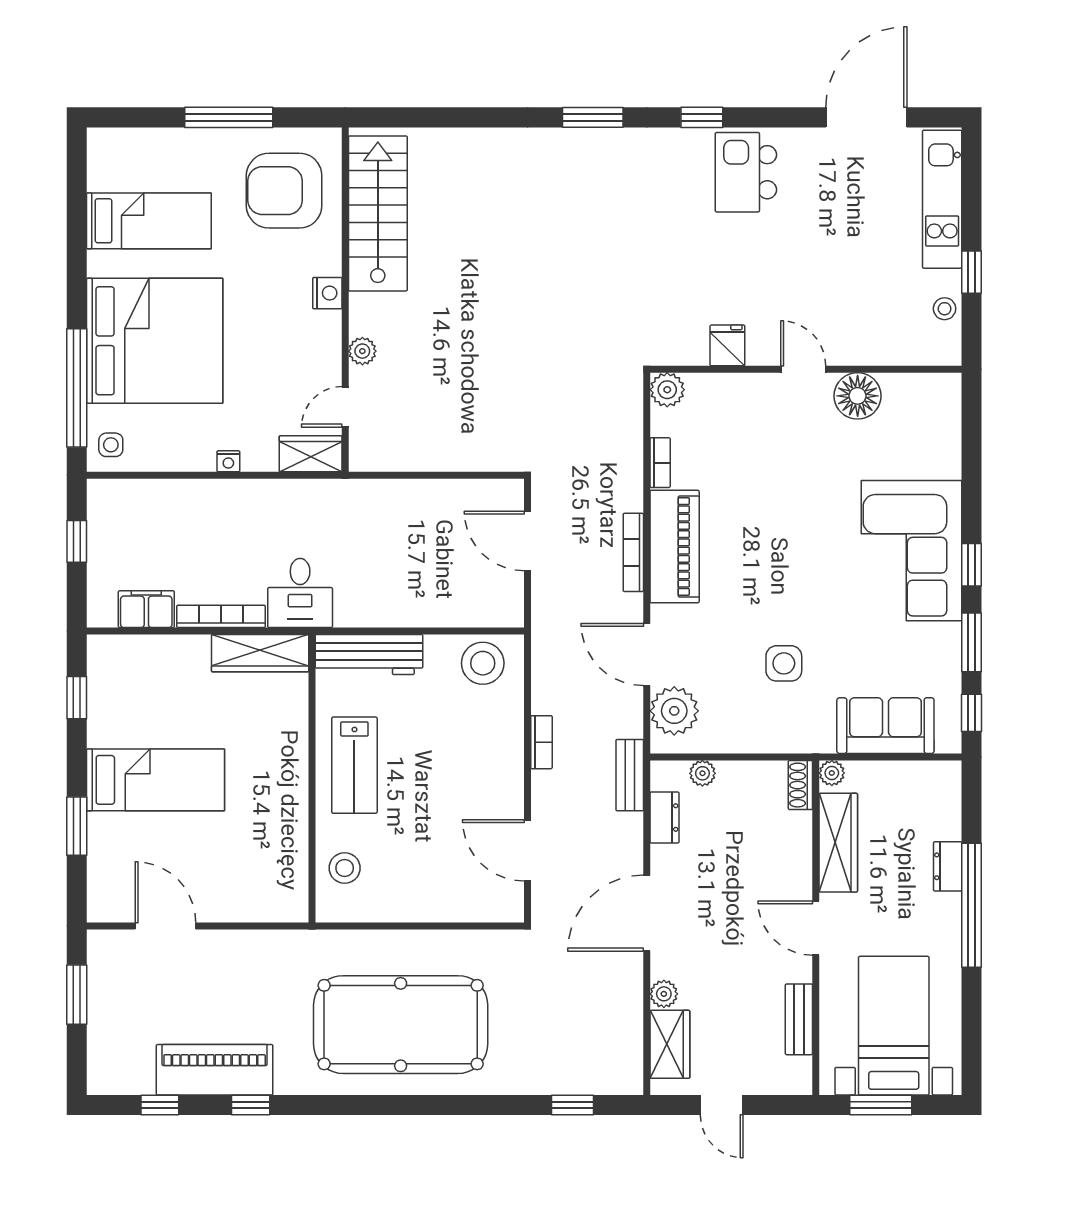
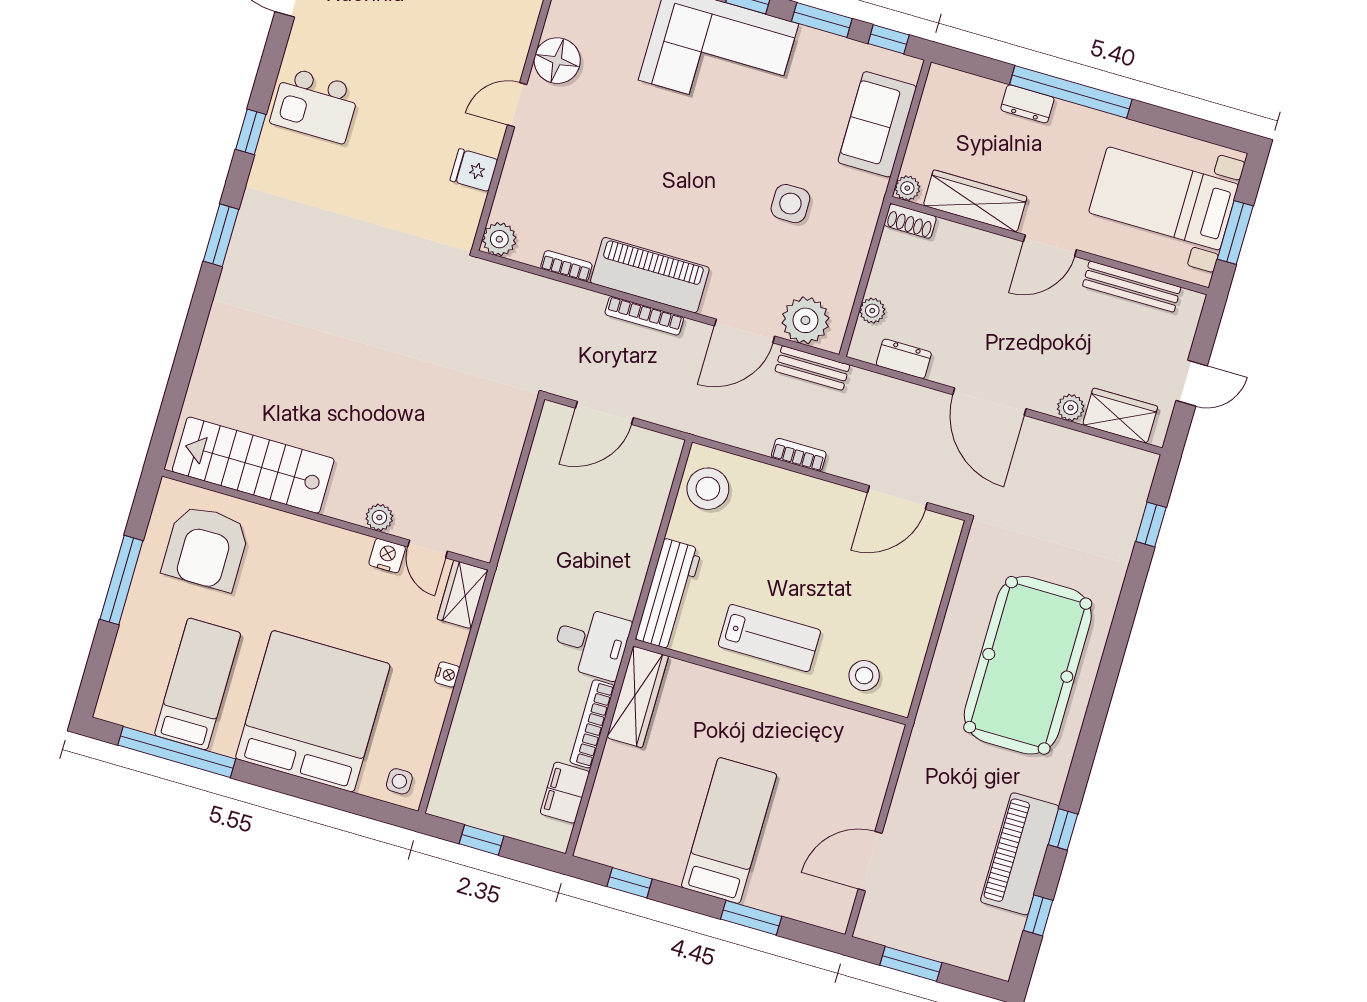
nightstand: (327, 293) -> (387, 556), moved
window: (77, 388) -> (177, 752), moved
bench: (630, 775) -> (812, 368), moved
bench: (799, 1019) -> (1132, 287), width x1.36

